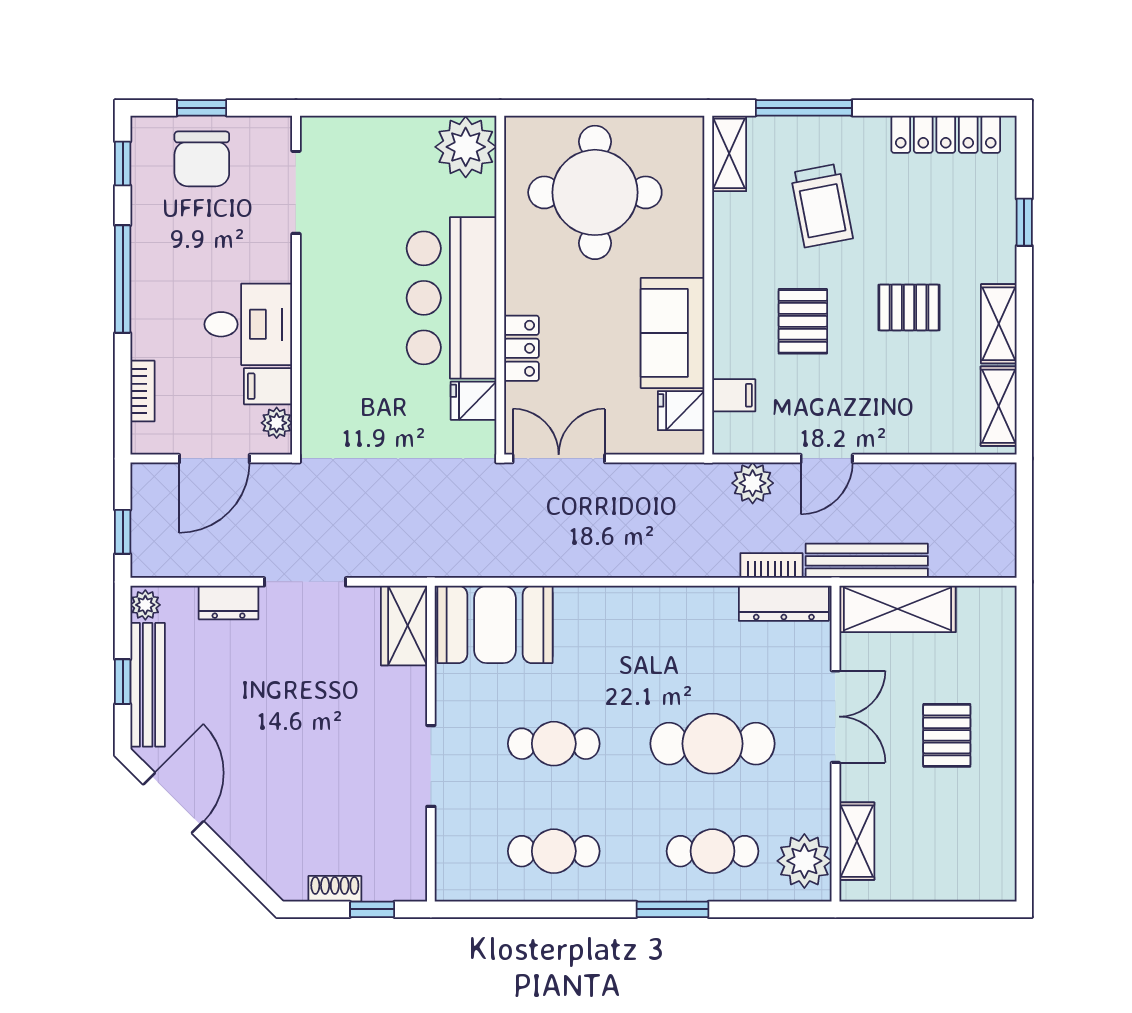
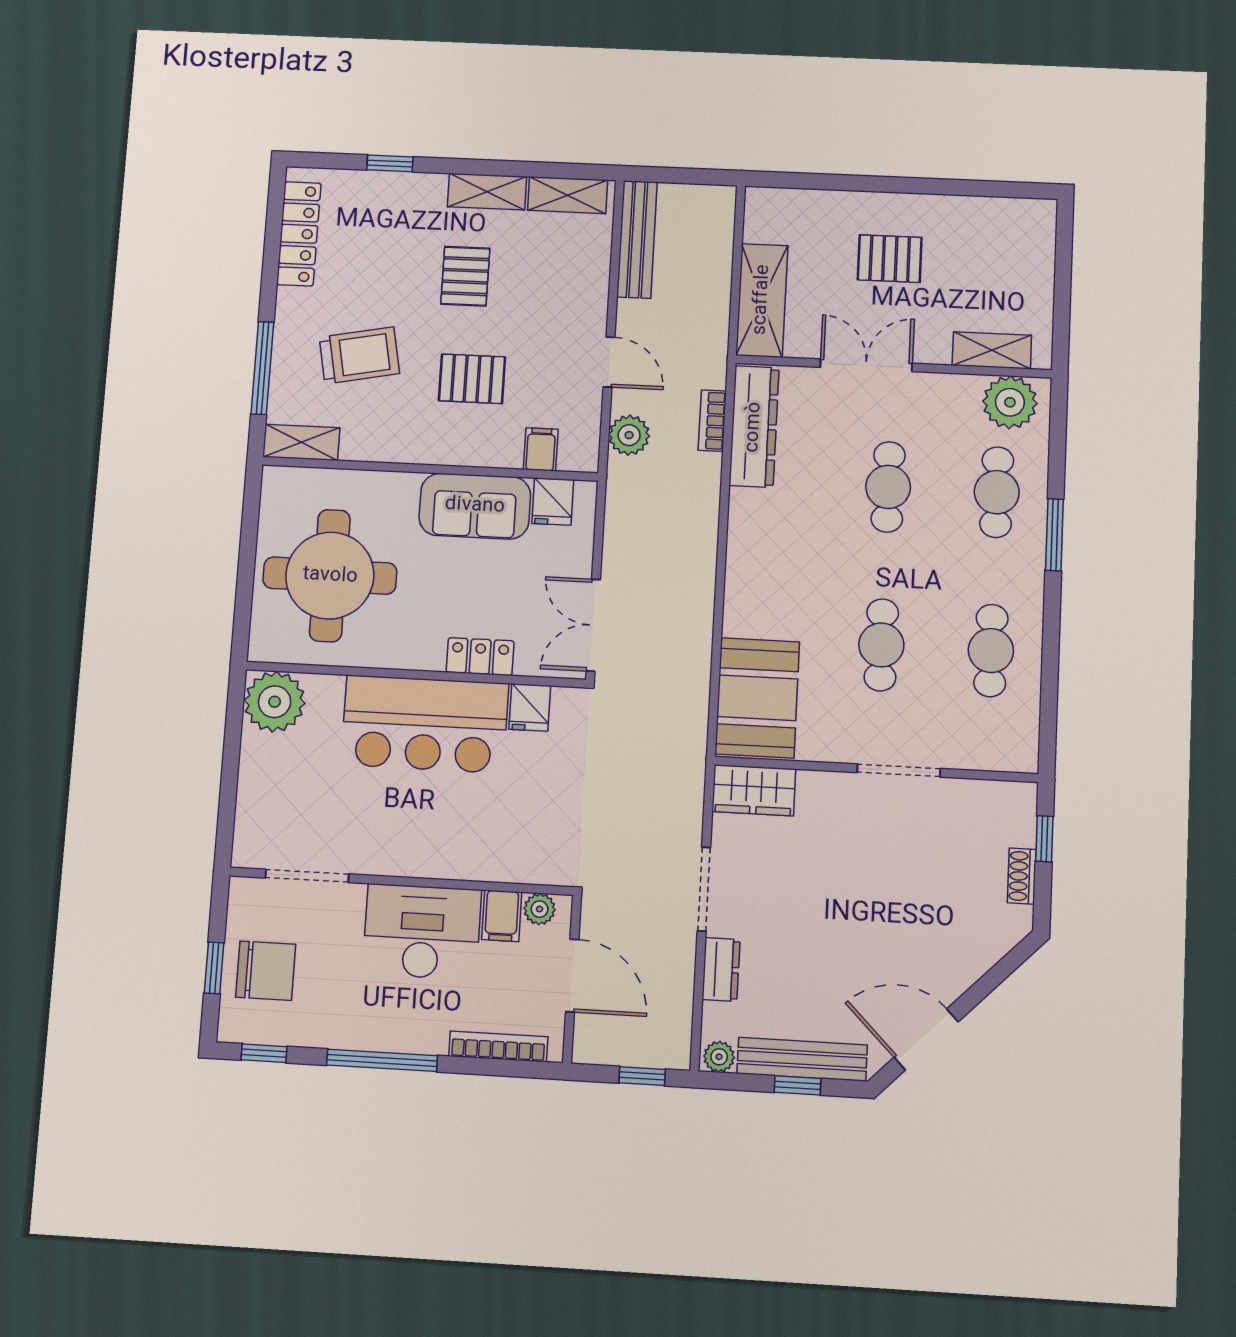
desk: (248, 324) -> (422, 932), width x1.37
bookcase: (142, 391) -> (498, 1047), width x1.56
bench: (867, 561) -> (637, 239), moved
dresser: (784, 603) -> (754, 427), width x1.37, depth x1.24
cafe table: (713, 744) -> (888, 487), width x0.73, depth x0.74

